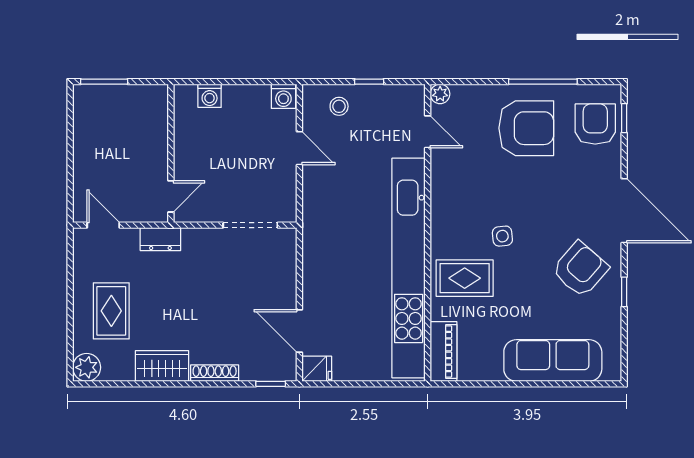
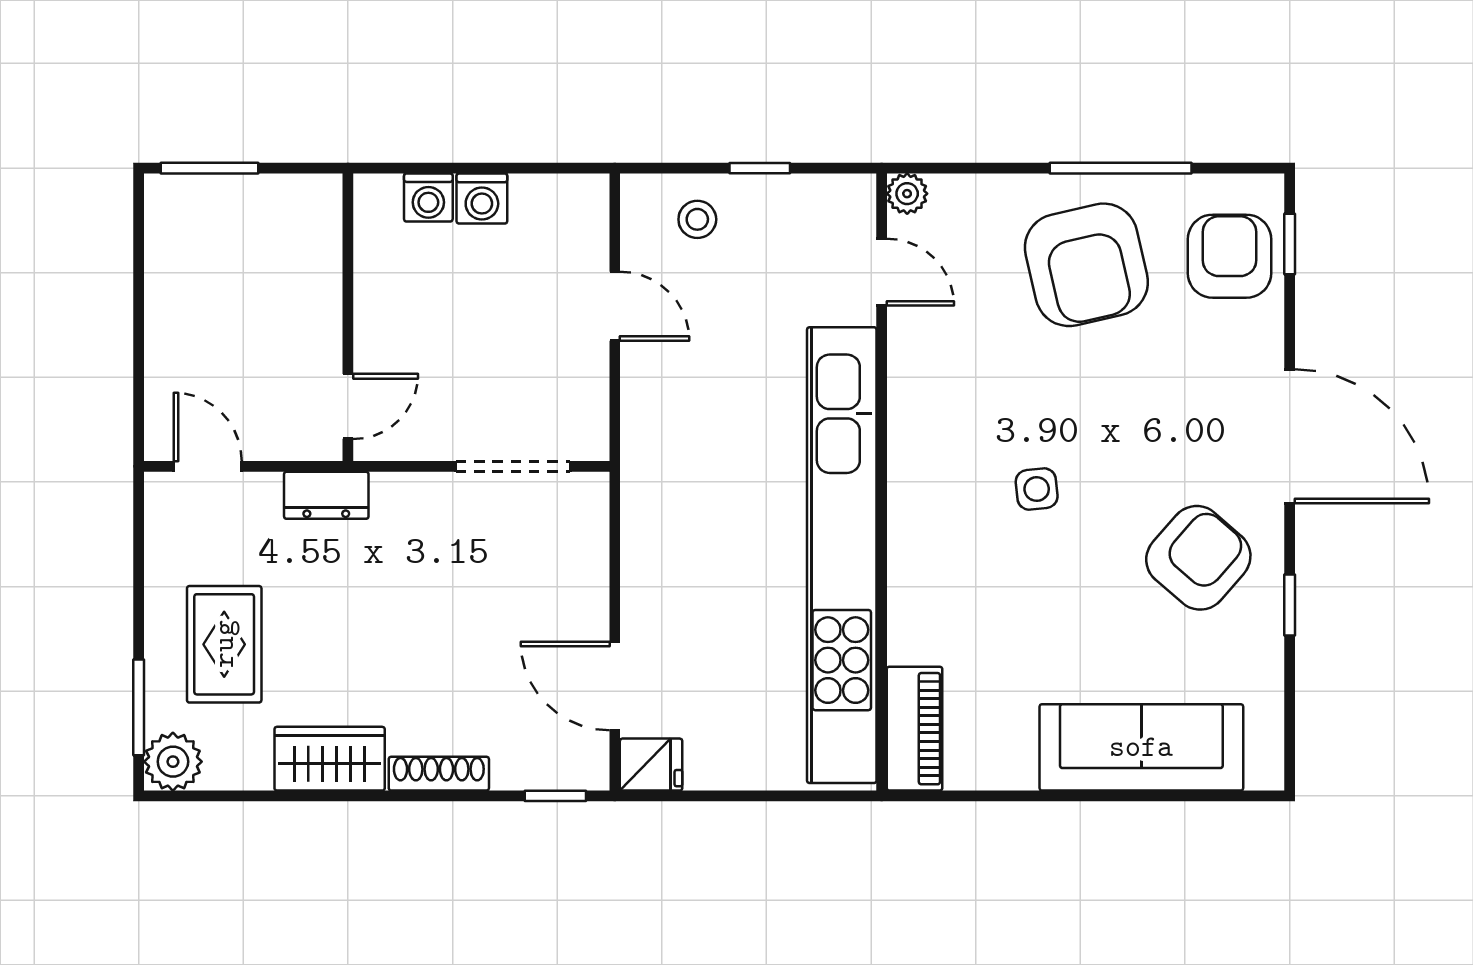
washing machine: (283, 96) -> (482, 199), moved
armchair: (526, 128) -> (1086, 265), turned 77
rug: (465, 278) -> (958, 576), removed
window: (70, 341) -> (139, 707), added

